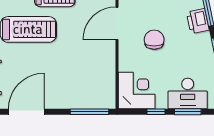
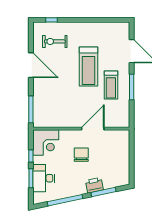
door: (117, 23) -> (93, 129), hinge flipped
chair: (154, 40) -> (81, 155), turned -90

